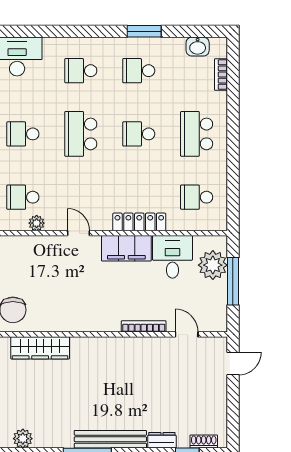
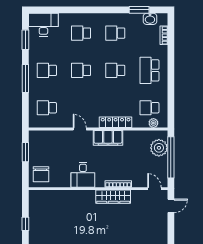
window: (144, 31) -> (139, 10), moved
school desk: (81, 134) -> (81, 70), width x0.54
plant: (37, 223) -> (153, 123), moved
desk: (172, 257) -> (83, 175), moved, turned 180
window: (233, 281) -> (171, 157), width x1.46
door: (187, 334) -> (154, 189), moved
wardrobe: (40, 348) -> (113, 197), moved

